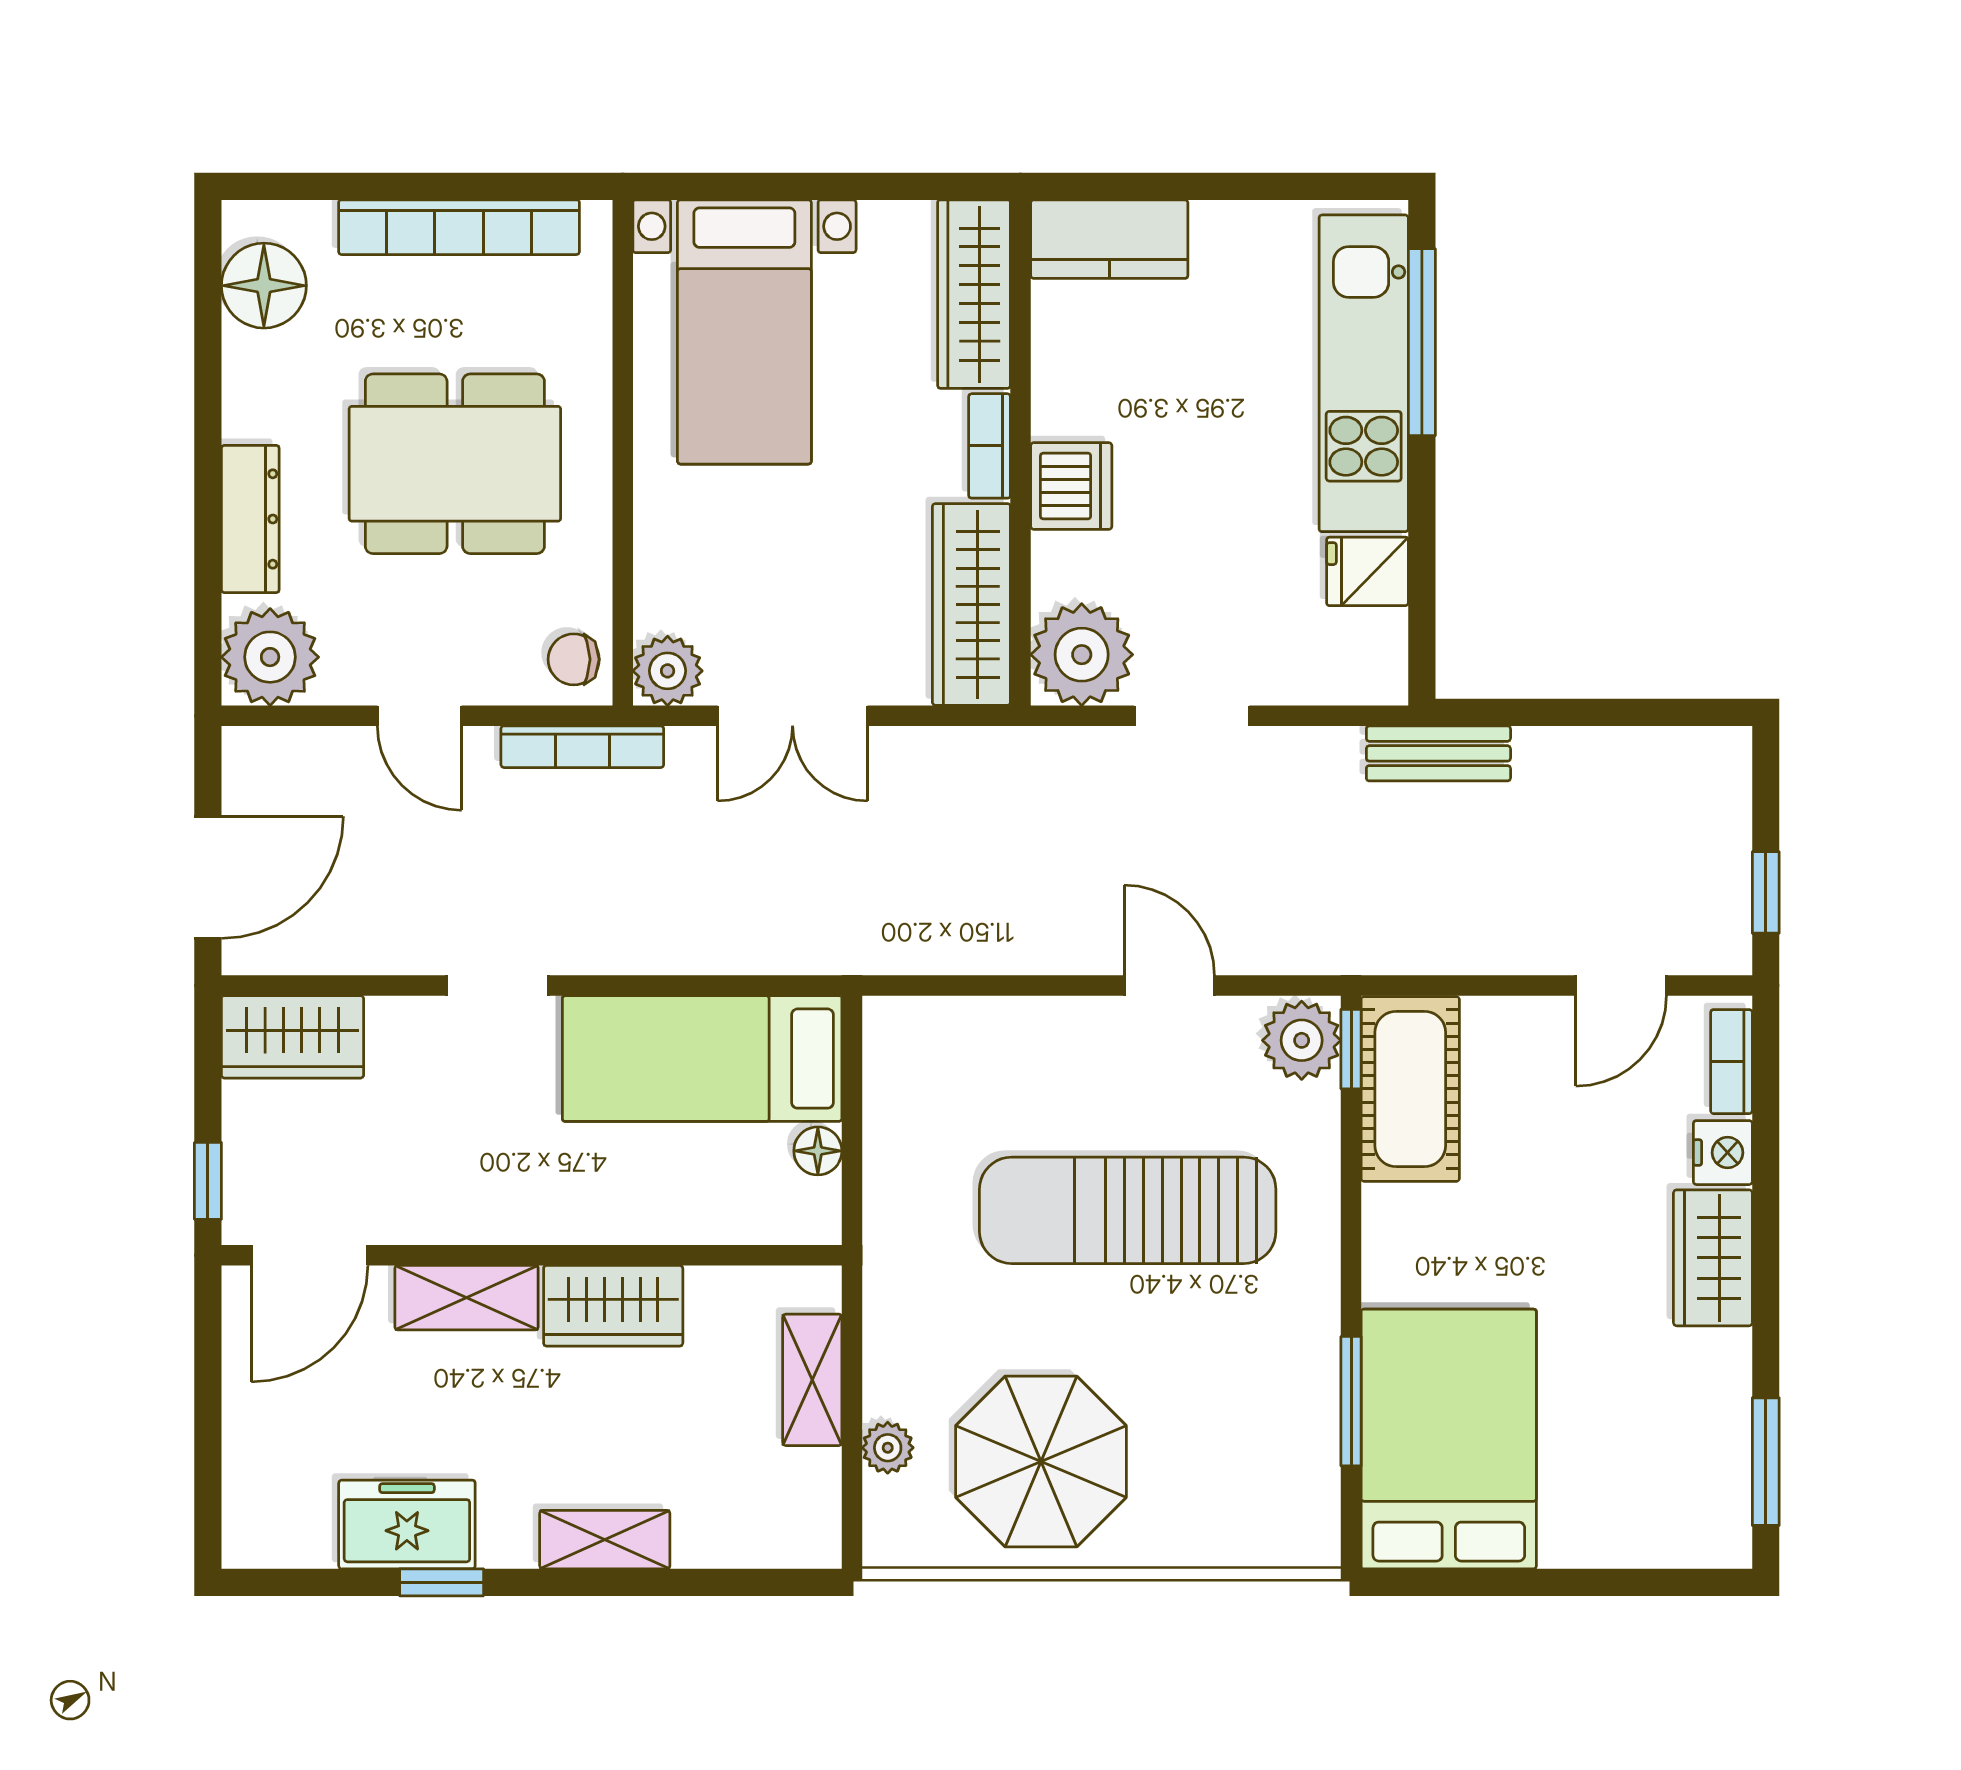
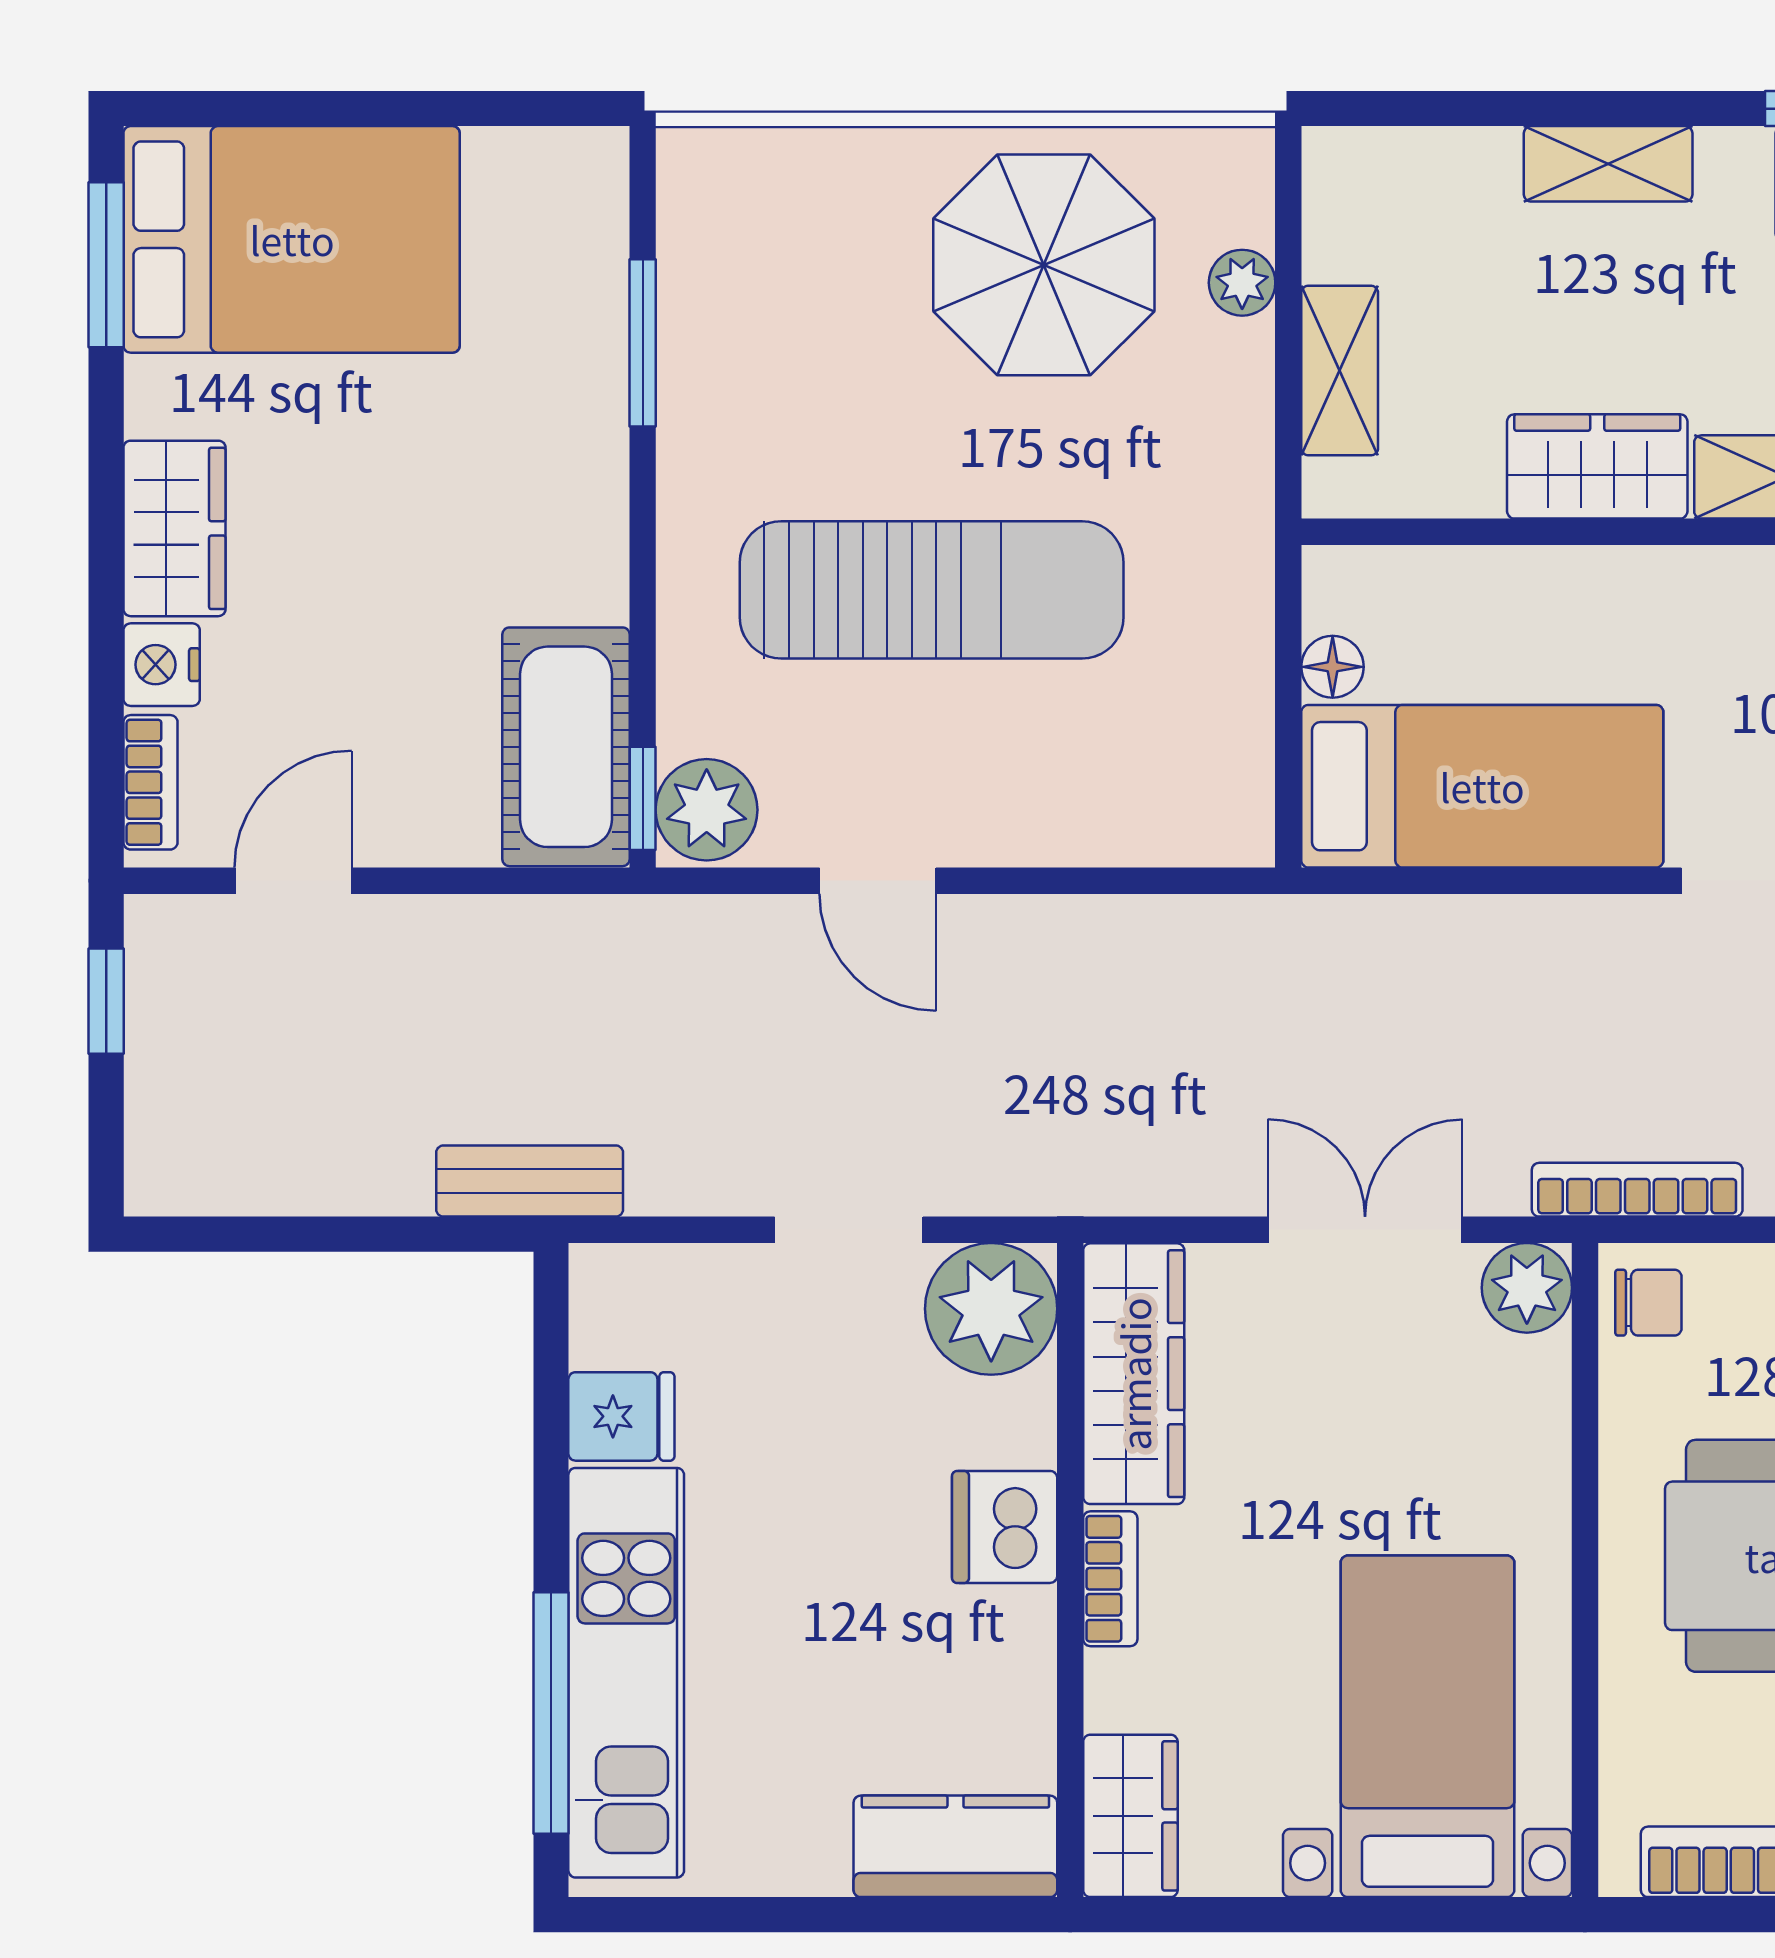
wardrobe: (974, 294) -> (1130, 1816), width x0.67
bed: (1449, 1439) -> (292, 239), moved, turned -90

